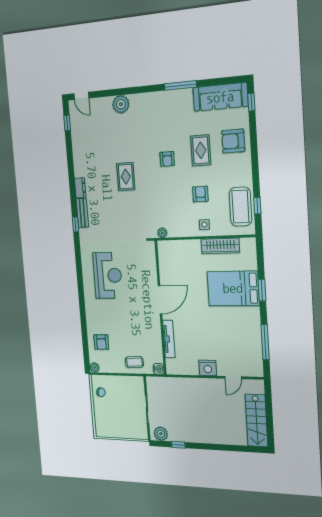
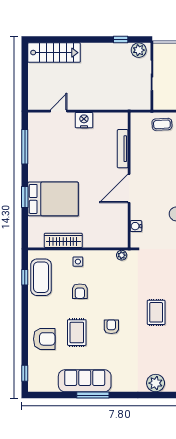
sofa: (220, 97) -> (85, 381), moved
water cooler: (159, 369) -> (136, 226), moved
stairs: (256, 420) -> (54, 53), moved, turned 90

